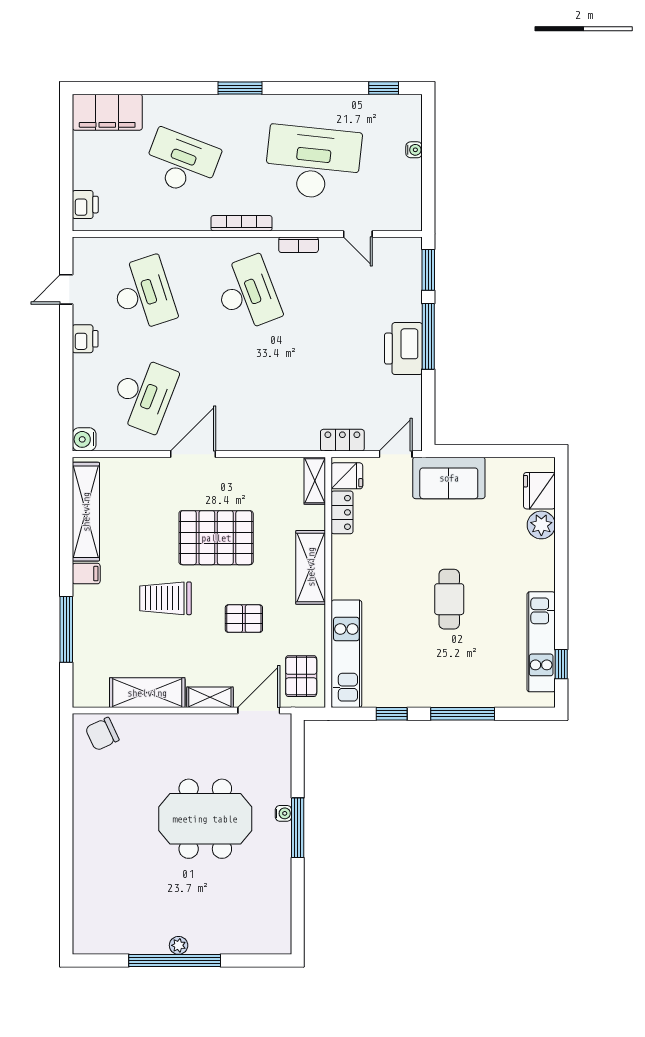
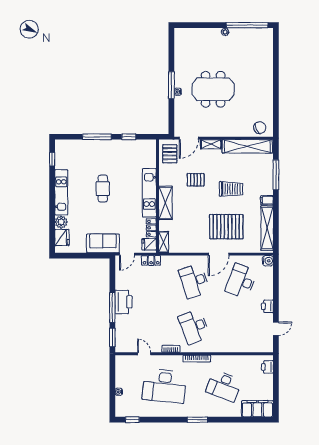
desk: (143, 294) -> (194, 281), moved
pallet: (216, 538) -> (226, 227), moved
kitchen unit: (541, 642) -> (61, 192), moved
kitchen unit: (346, 654) -> (149, 193), moved
shelving: (147, 693) -> (247, 146), width x1.47
window: (175, 961) -> (247, 25), moved

